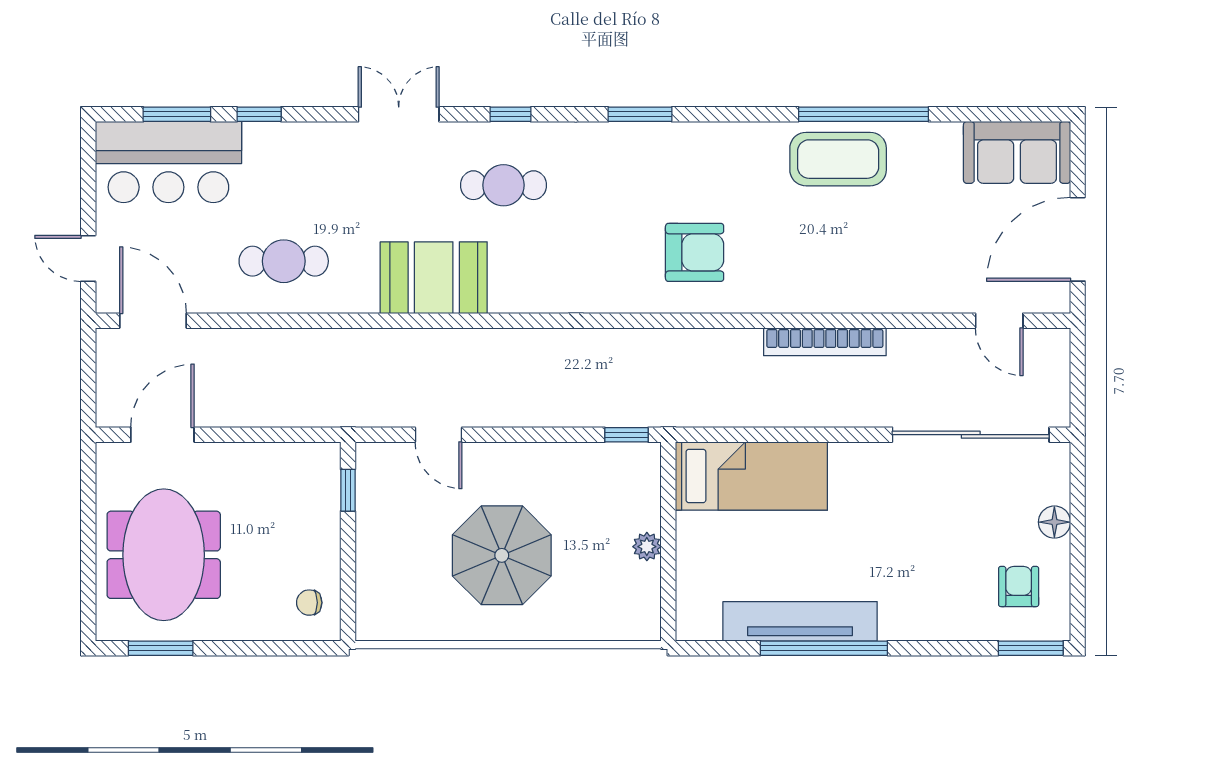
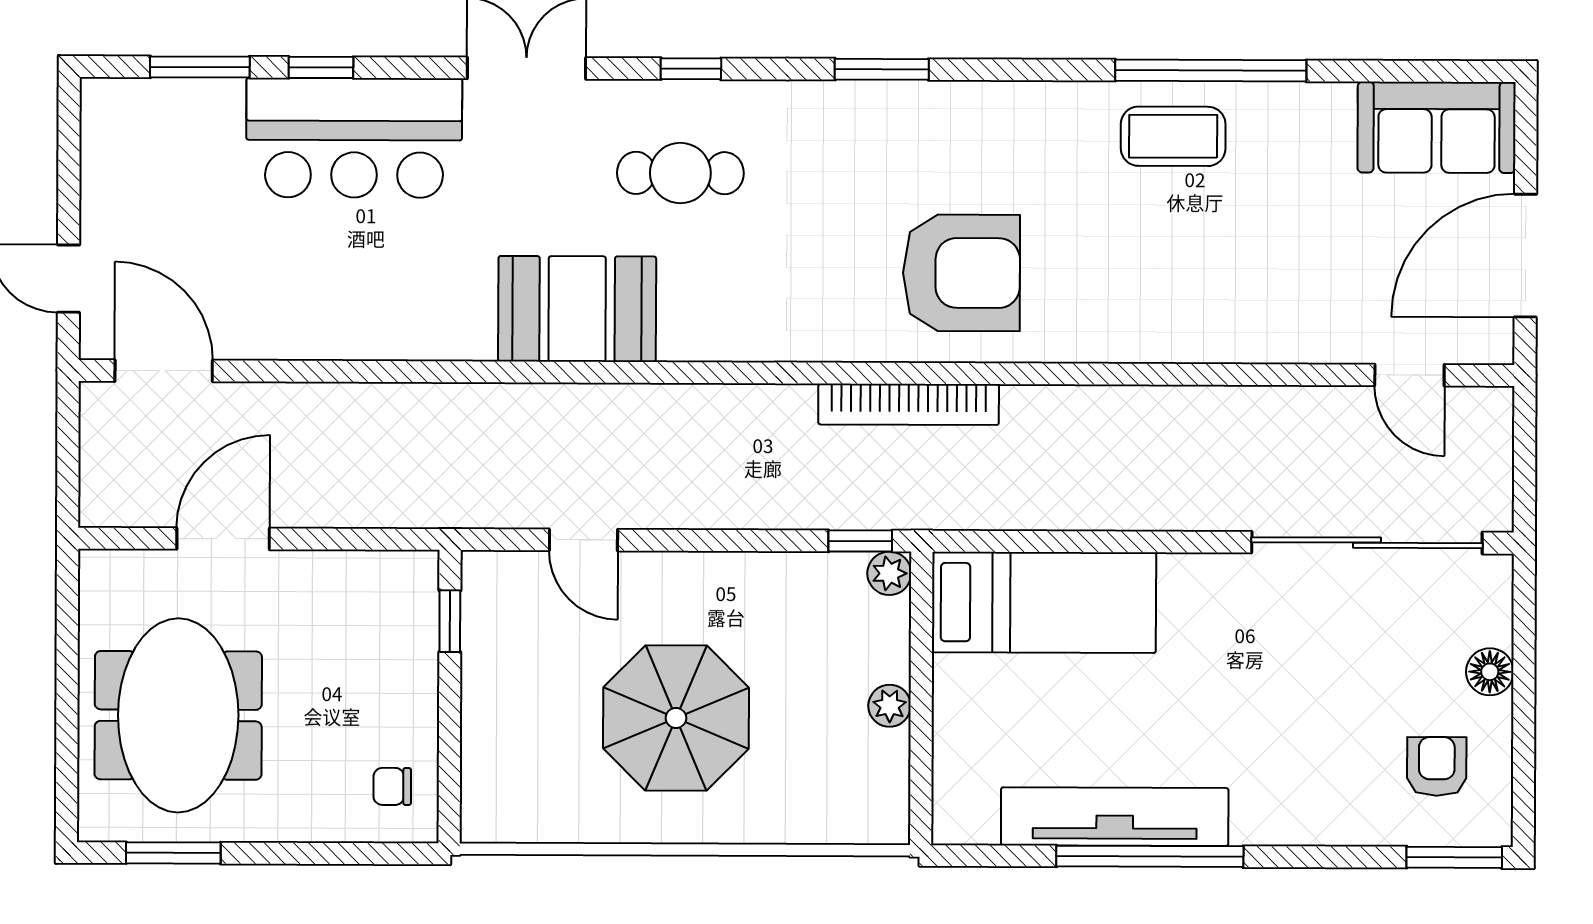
coffee table: (838, 159) -> (1173, 136), width x0.73, depth x0.76
bar counter: (168, 162) -> (354, 138), moved
armchair: (695, 252) -> (961, 273), width x1.36, depth x1.36
cafe table: (284, 261) -> (356, 284), removed
bookcase: (825, 342) -> (909, 404), moved
door: (162, 435) -> (223, 539), moved
plant: (646, 457) -> (889, 573), added

